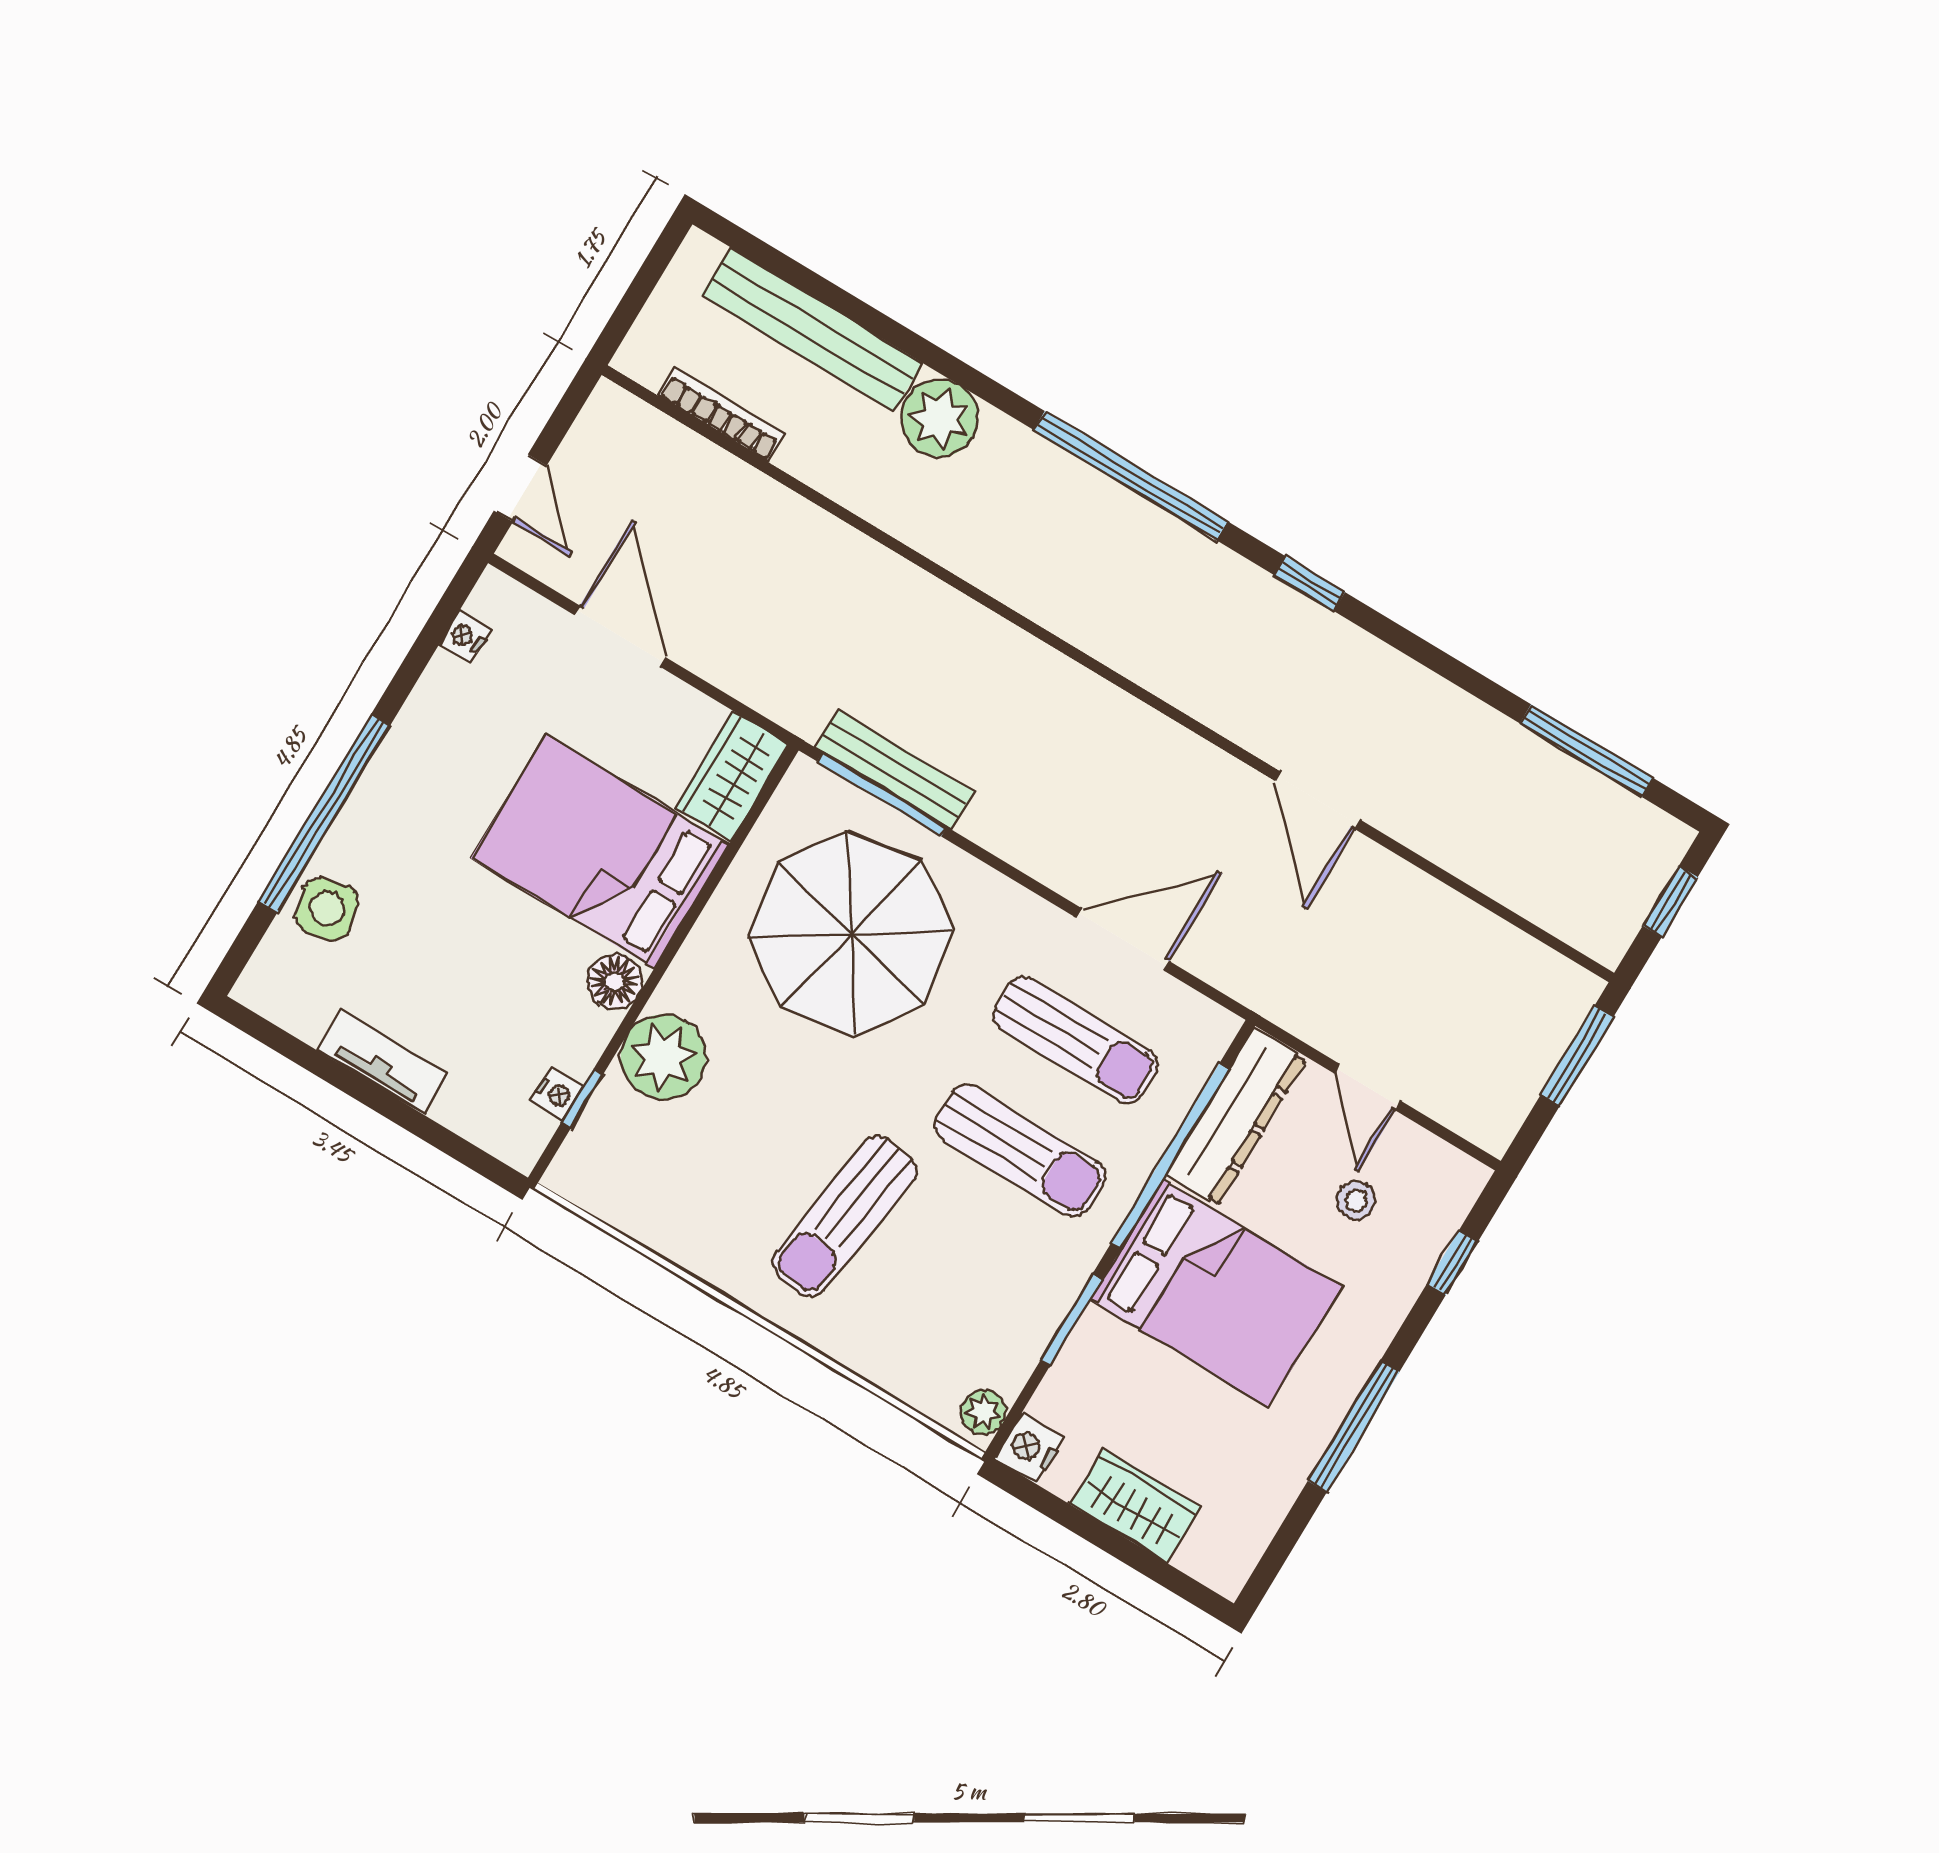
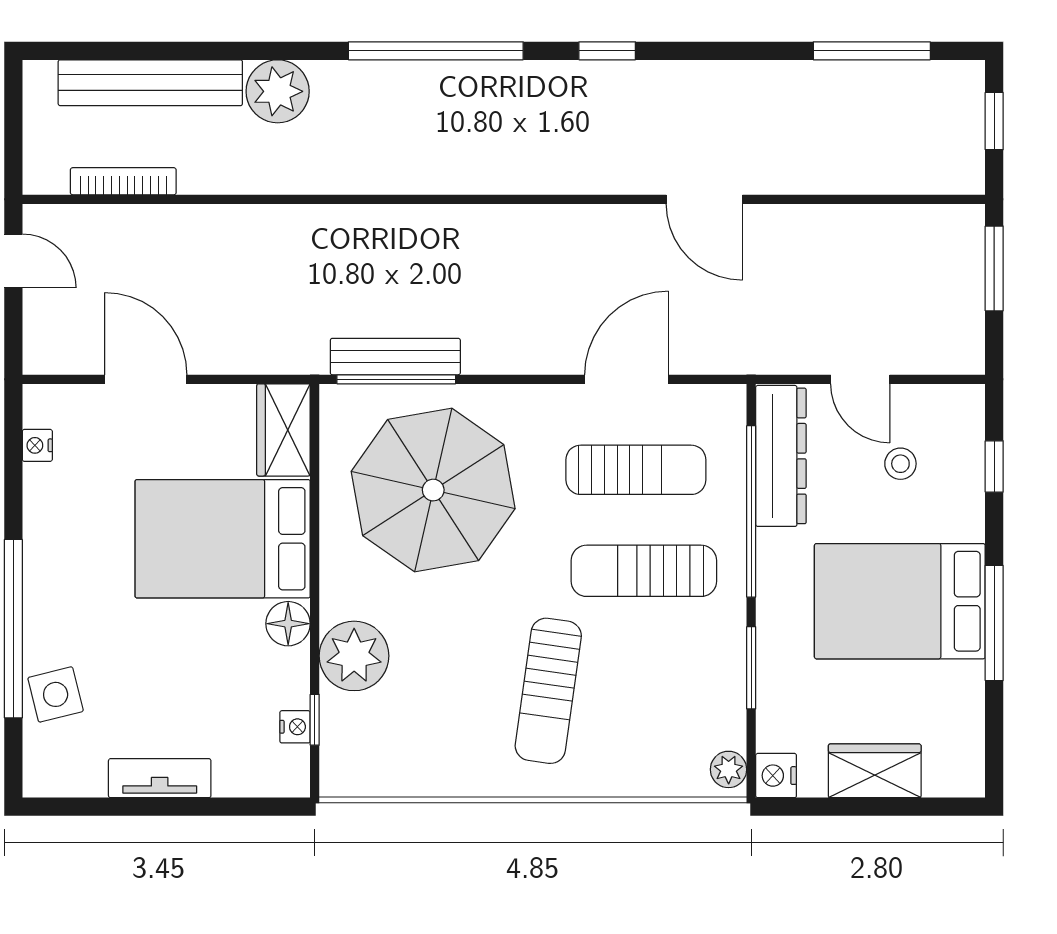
door: (520, 488) -> (13, 261), moved
sun lounger: (1020, 1151) -> (644, 571), turned 180
bed: (1216, 1293) -> (900, 601), moved, turned 180

